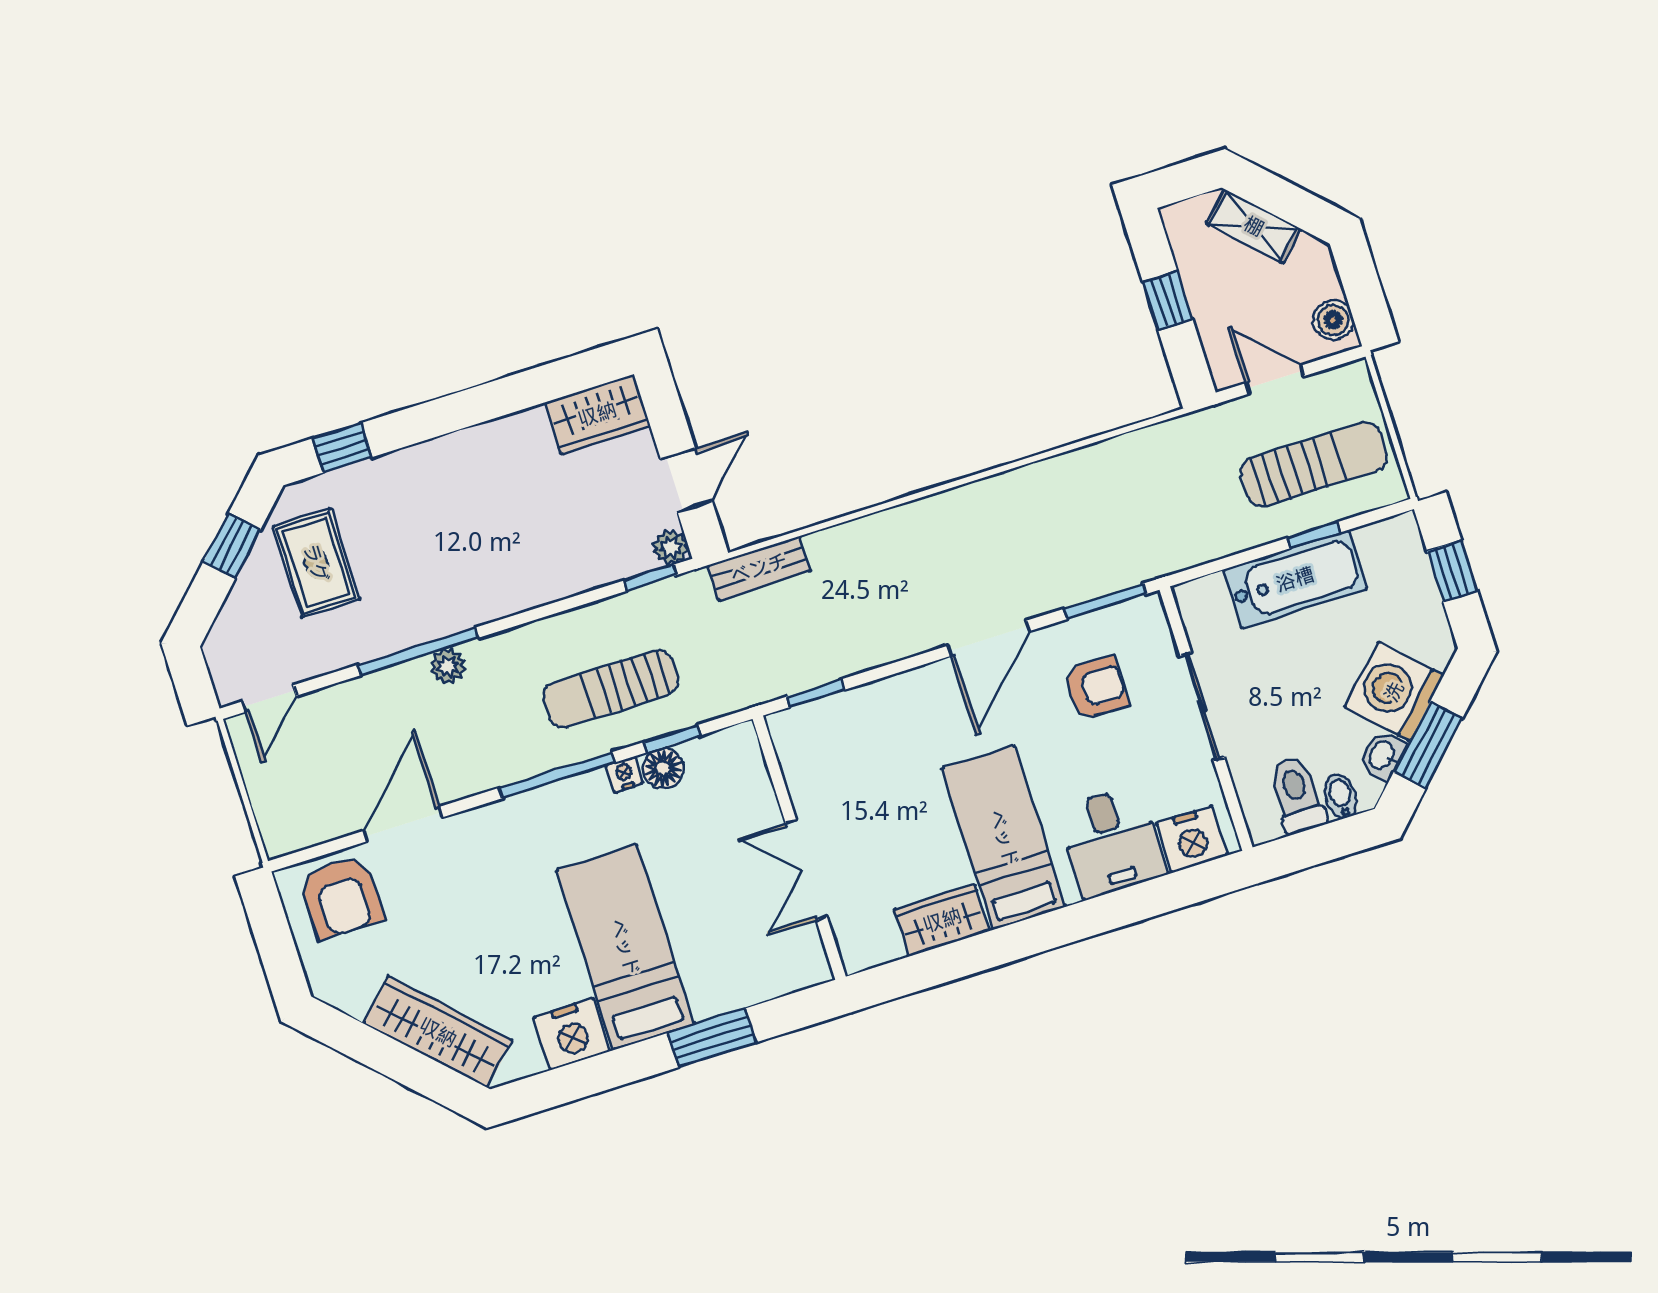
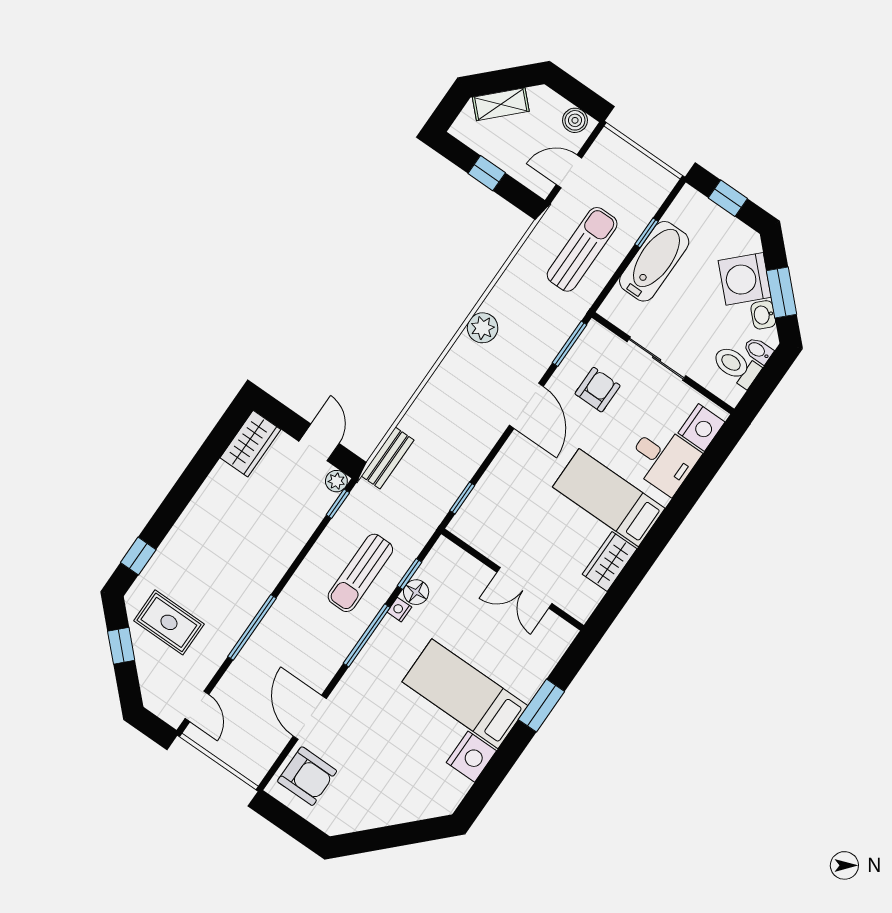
sun lounger: (1314, 464) -> (582, 249), moved
plant: (448, 666) -> (483, 328), moved, width x1.38, depth x1.38
wardrobe: (438, 1032) -> (405, 806), removed

